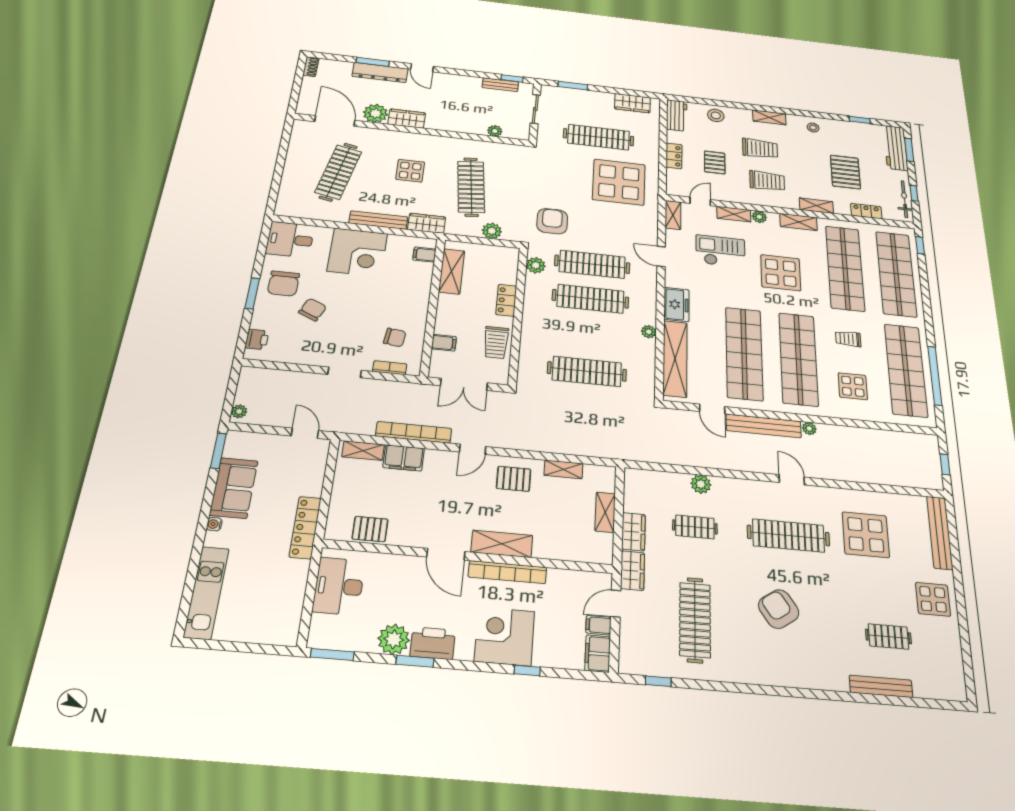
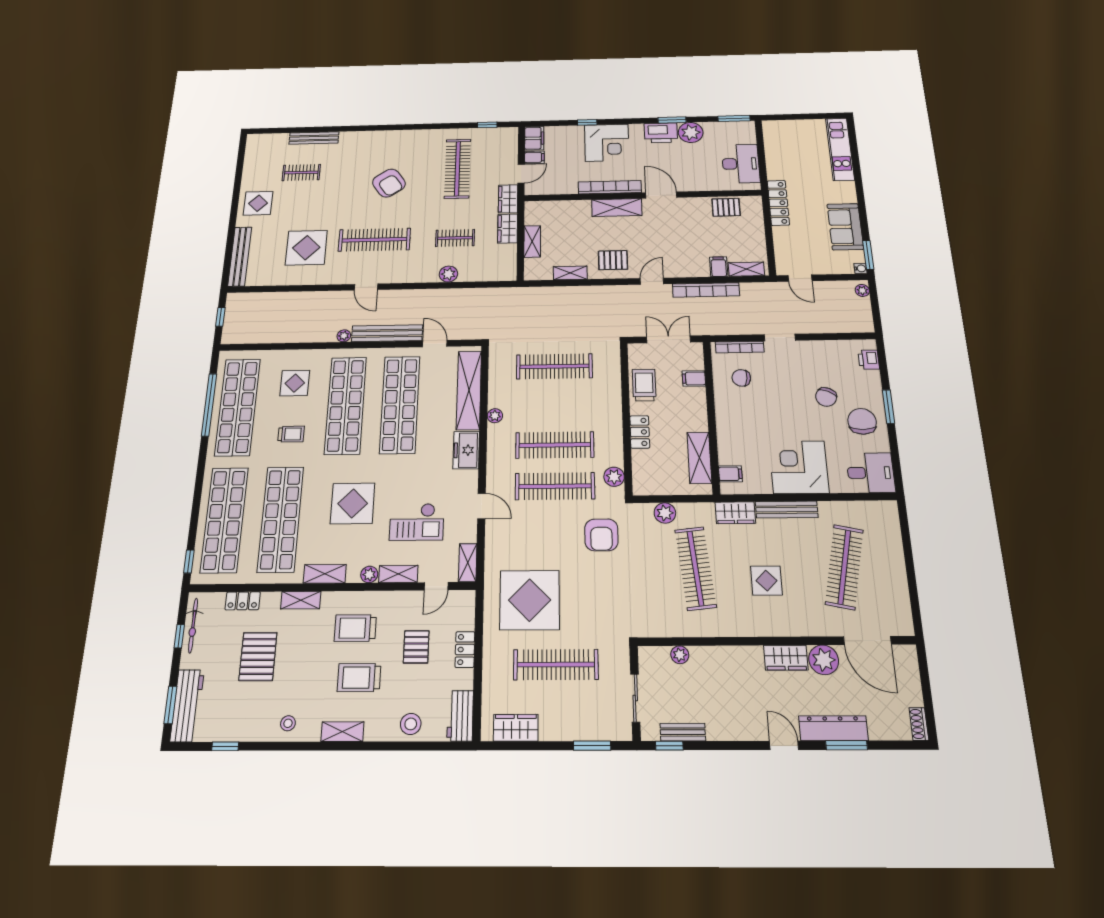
bookcase: (390, 368) -> (740, 347), width x1.56
filing cabinet: (404, 458) -> (719, 267), width x0.50
water cooler: (214, 524) -> (860, 268), moved

